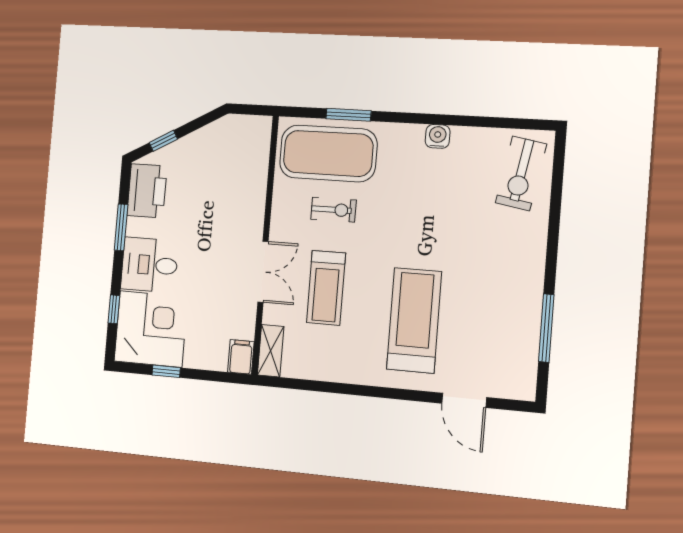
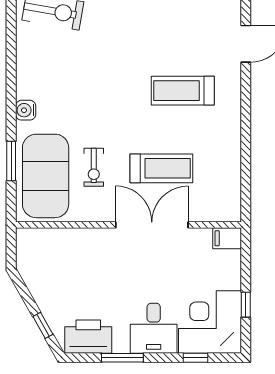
water cooler: (438, 136) -> (26, 110), moved
exercise bike: (333, 210) -> (94, 167), turned 180
double door: (263, 272) -> (152, 225), width x1.37
treadmill: (414, 320) -> (183, 91), width x0.73, depth x0.73
shelving: (271, 351) -> (219, 212), removed

